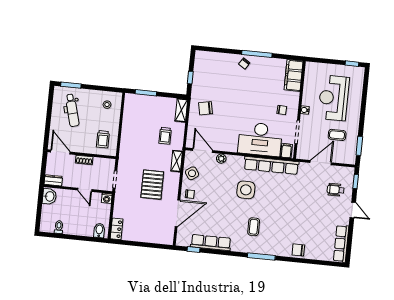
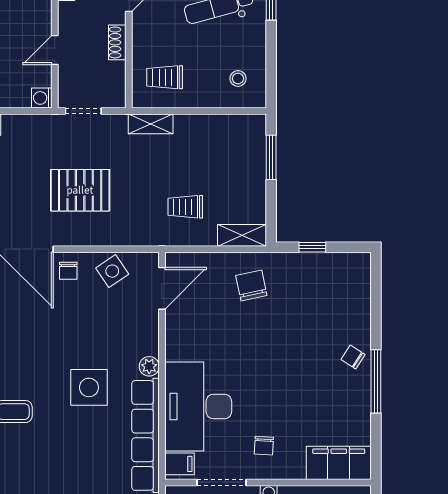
plant: (221, 159) -> (149, 366), moved
shelving: (177, 161) -> (151, 124), moved

